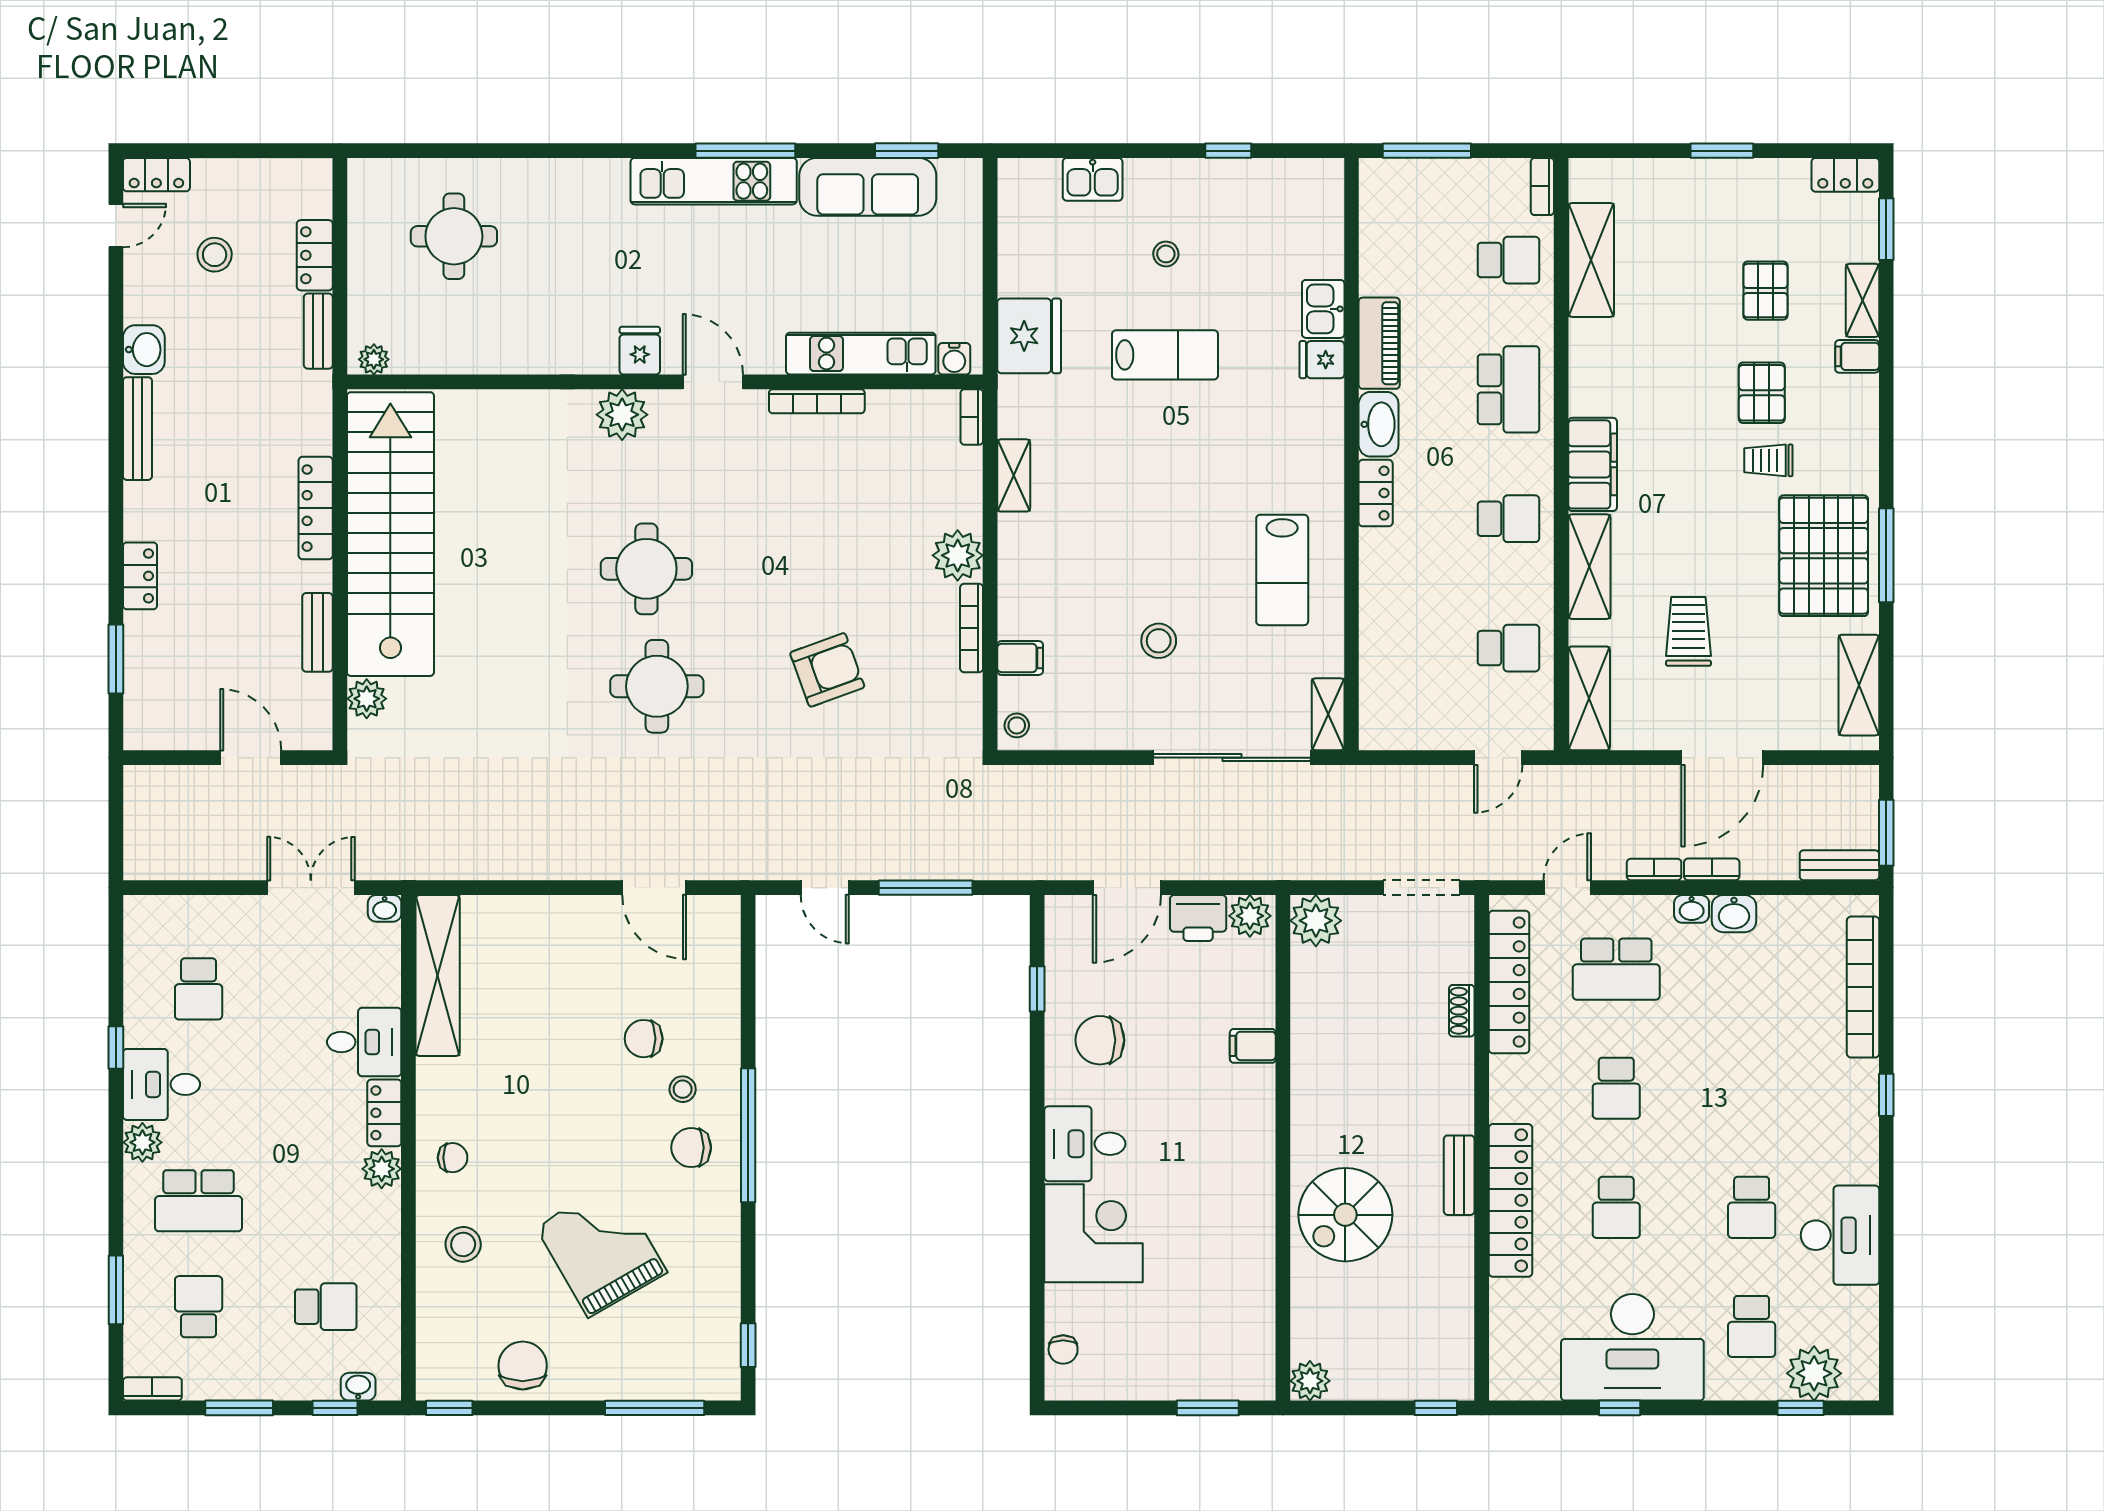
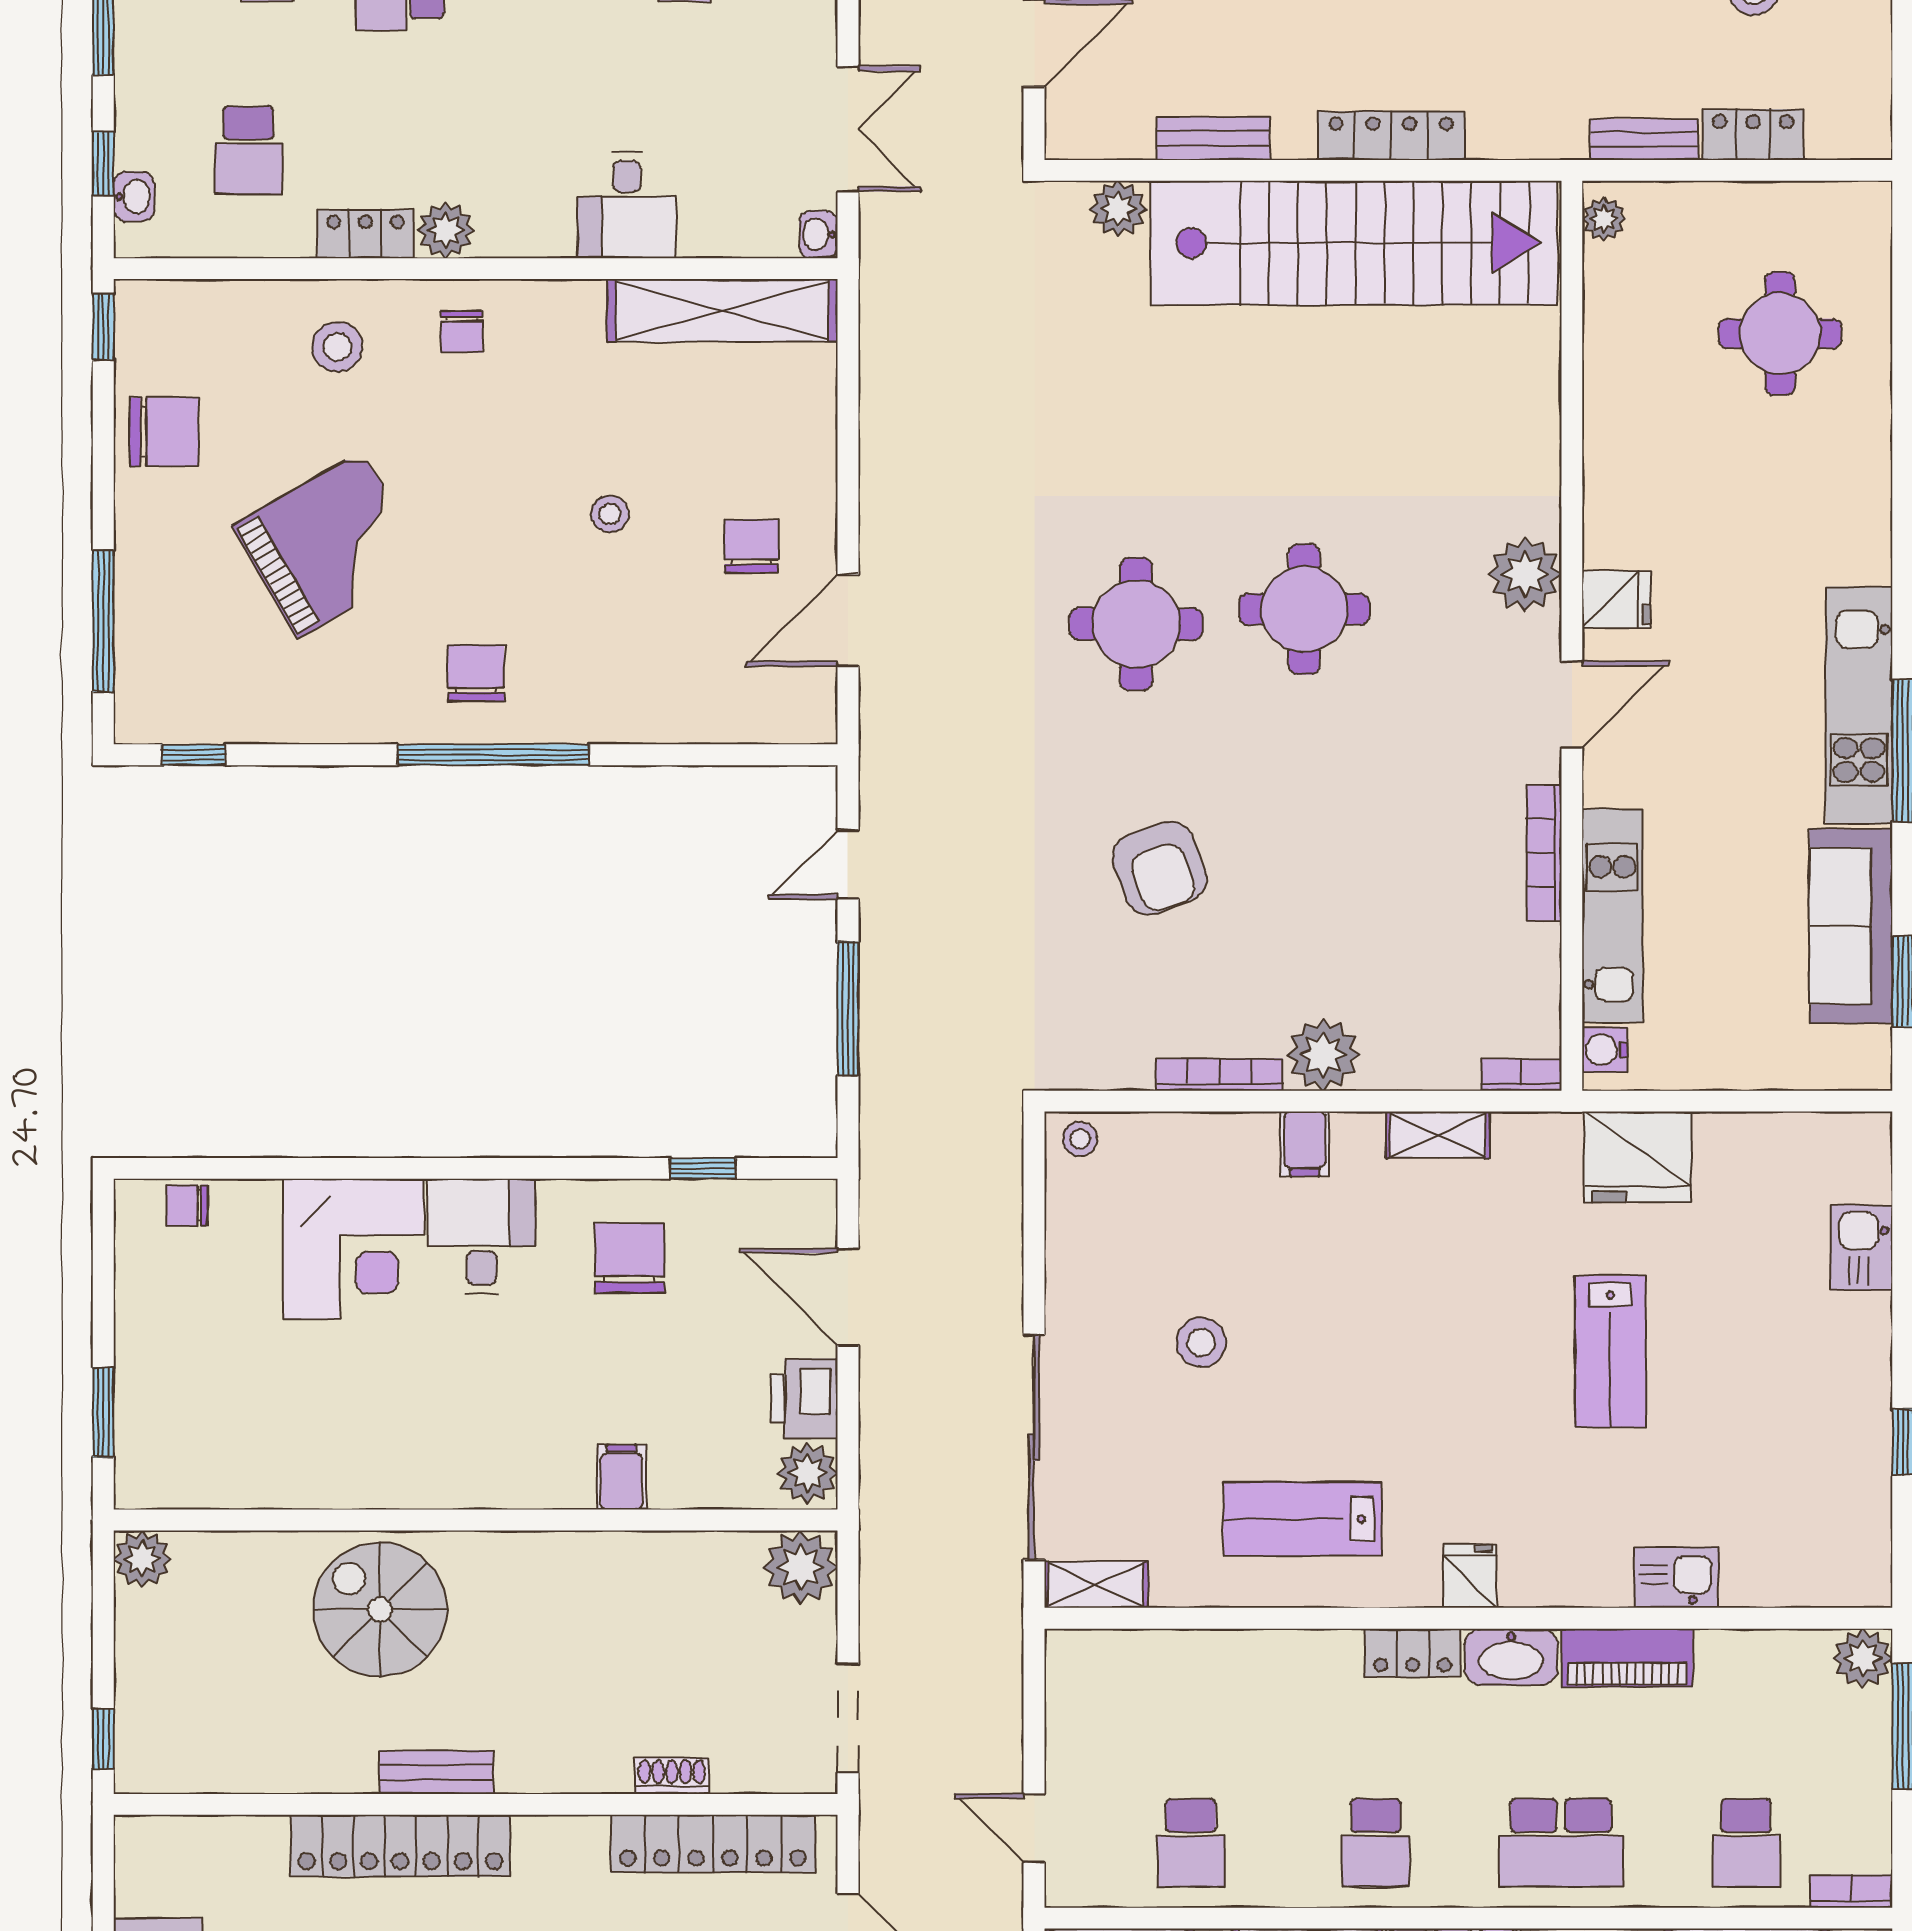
plant: (1379, 178) -> (1863, 1658), added
stool: (1166, 254) -> (1755, 1353), removed
fridge: (1322, 360) -> (1470, 1576), moved
filing cabinet: (1020, 658) -> (1305, 1144), moved
chair: (644, 1039) -> (751, 546), moved
stool: (683, 1089) -> (610, 514), moved
locker: (384, 1113) -> (365, 234), moved

